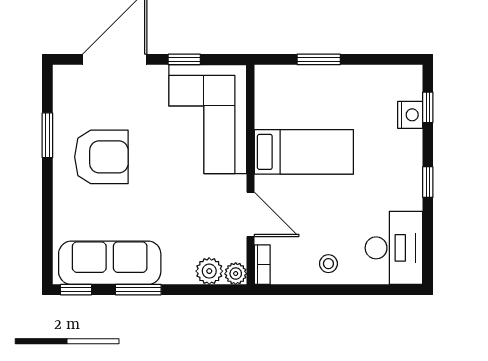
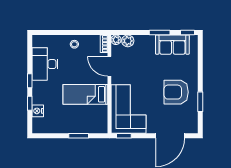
window: (184, 59) -> (124, 136), moved
window: (428, 107) -> (30, 103), moved
desk: (394, 248) -> (45, 64), moved
sofa: (110, 263) -> (172, 45), width x0.73

